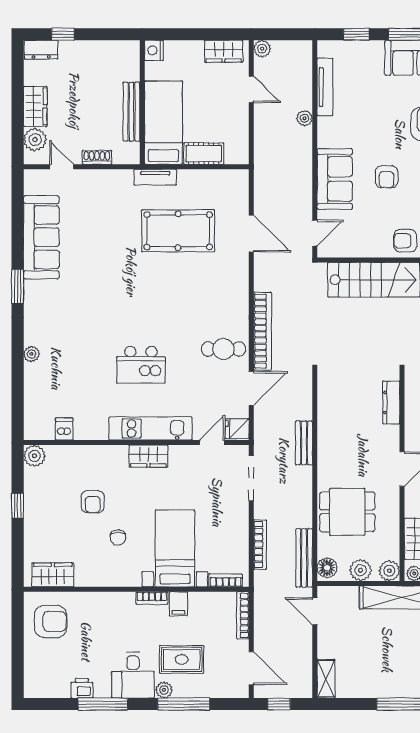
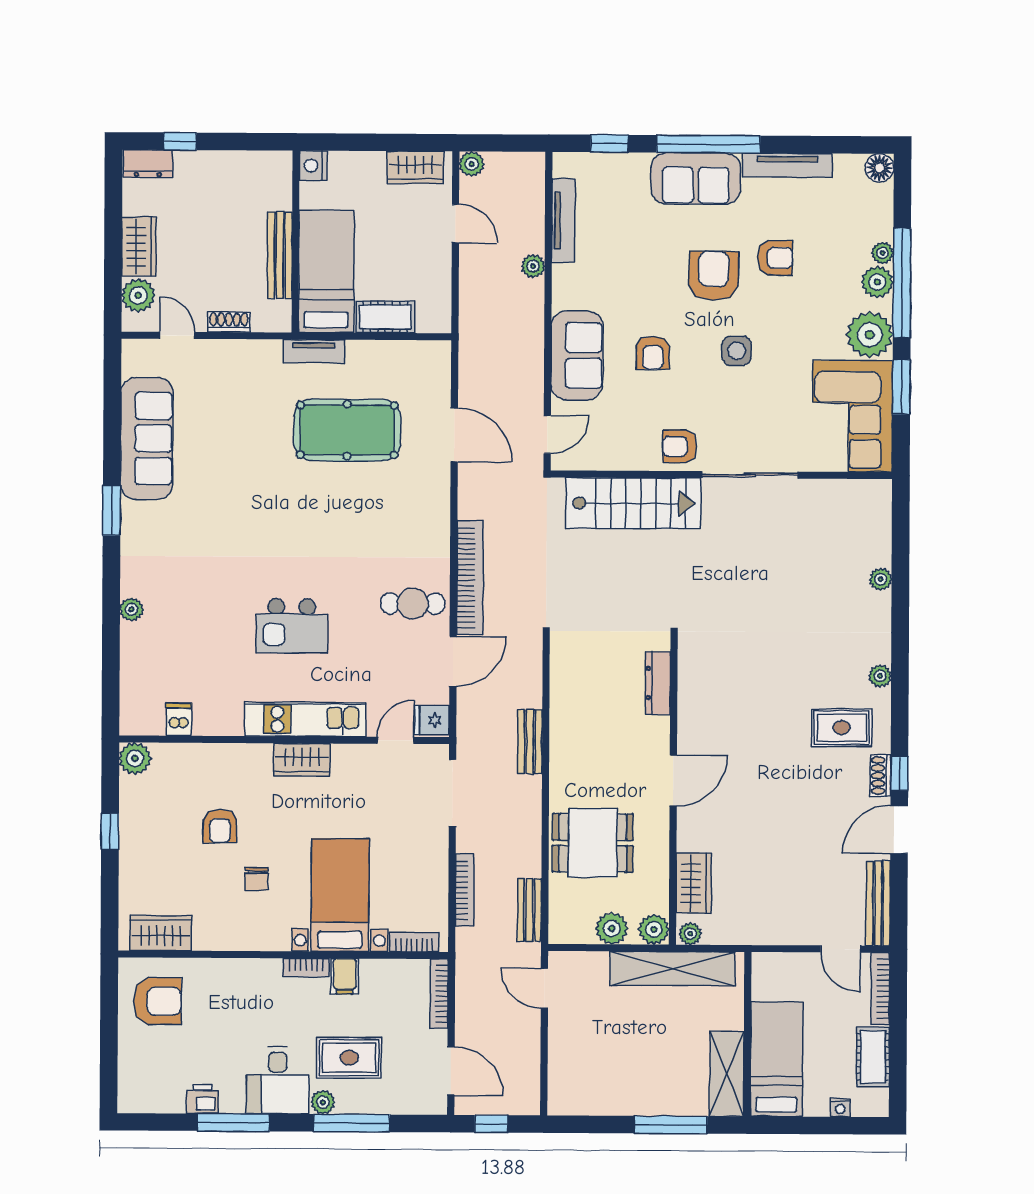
bench: (304, 558) -> (529, 910), width x0.73
floor lamp: (327, 568) -> (563, 925), removed
shelving: (326, 679) -> (560, 1087), removed

